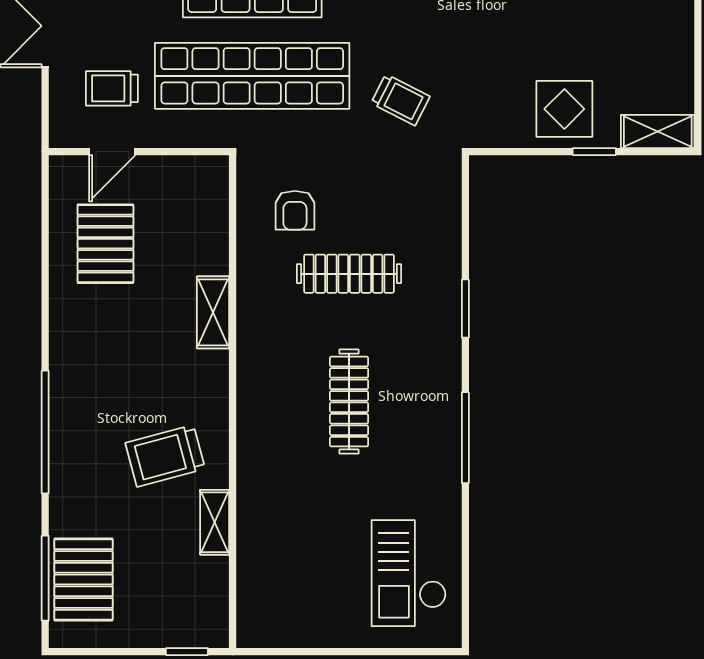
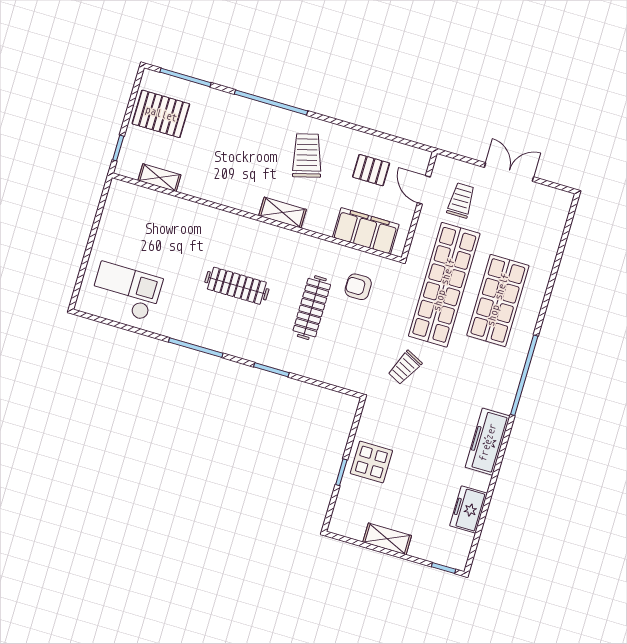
shelving: (658, 132) -> (387, 539), moved, turned 90
filing cabinet: (204, 224) -> (366, 231), added
pallet: (105, 244) -> (371, 170), width x0.67, depth x0.71
shelving: (213, 312) -> (283, 213), moved
trolley: (165, 456) -> (307, 155), moved
shelving: (215, 522) -> (159, 178), moved
pallet: (83, 579) -> (161, 114), moved

